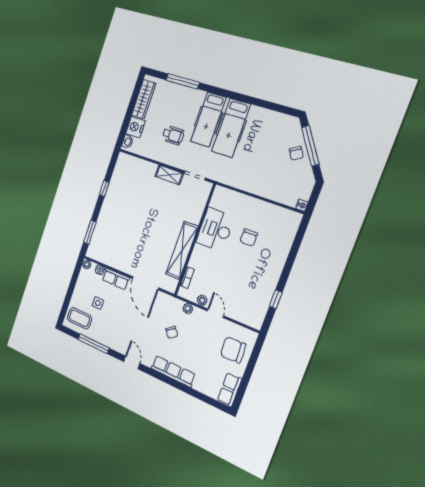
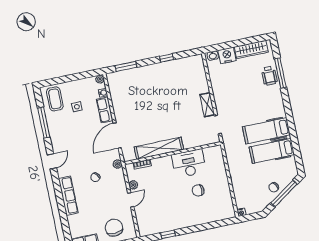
hospital bed: (208, 120) -> (272, 151), moved
wheelchair: (173, 135) -> (269, 76), moved
plant: (188, 309) -> (117, 164), moved

